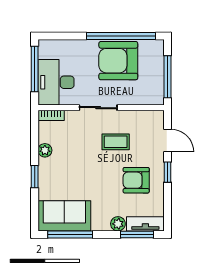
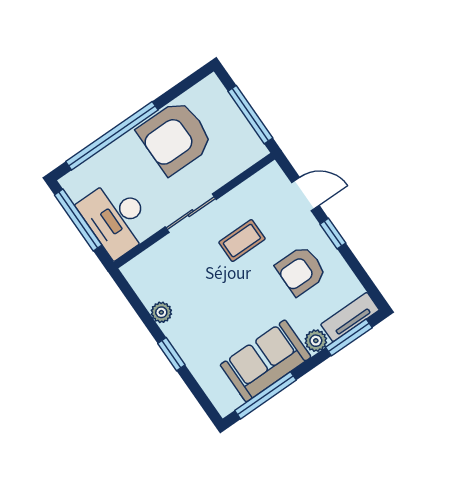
window: (121, 36) -> (112, 136), moved
bookcase: (51, 115) -> (139, 264), removed
sofa: (64, 216) -> (266, 361), moved

